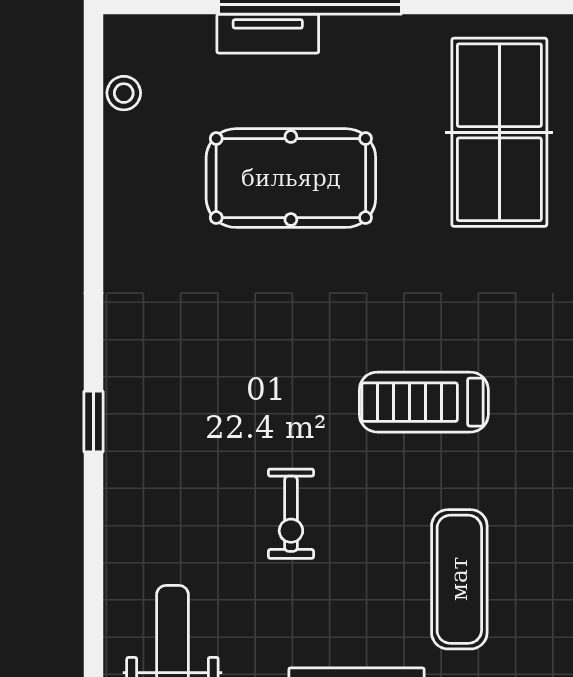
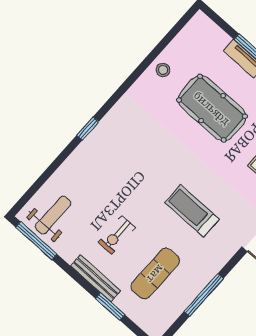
stool: (124, 93) -> (163, 70), moved
exercise bike: (291, 514) -> (117, 235), moved

